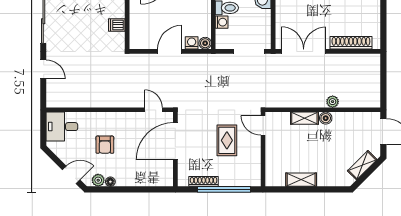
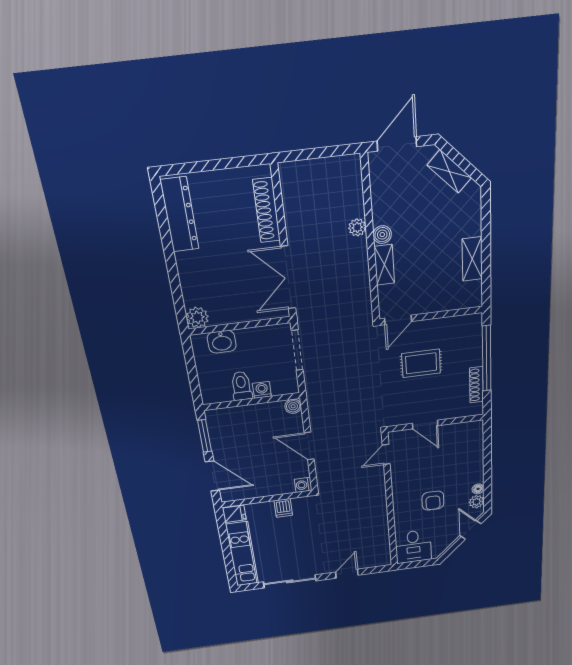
washing machine: (192, 43) -> (303, 485), moved
door: (175, 141) -> (425, 425), width x0.53
armchair: (105, 145) -> (433, 501), turned 90

